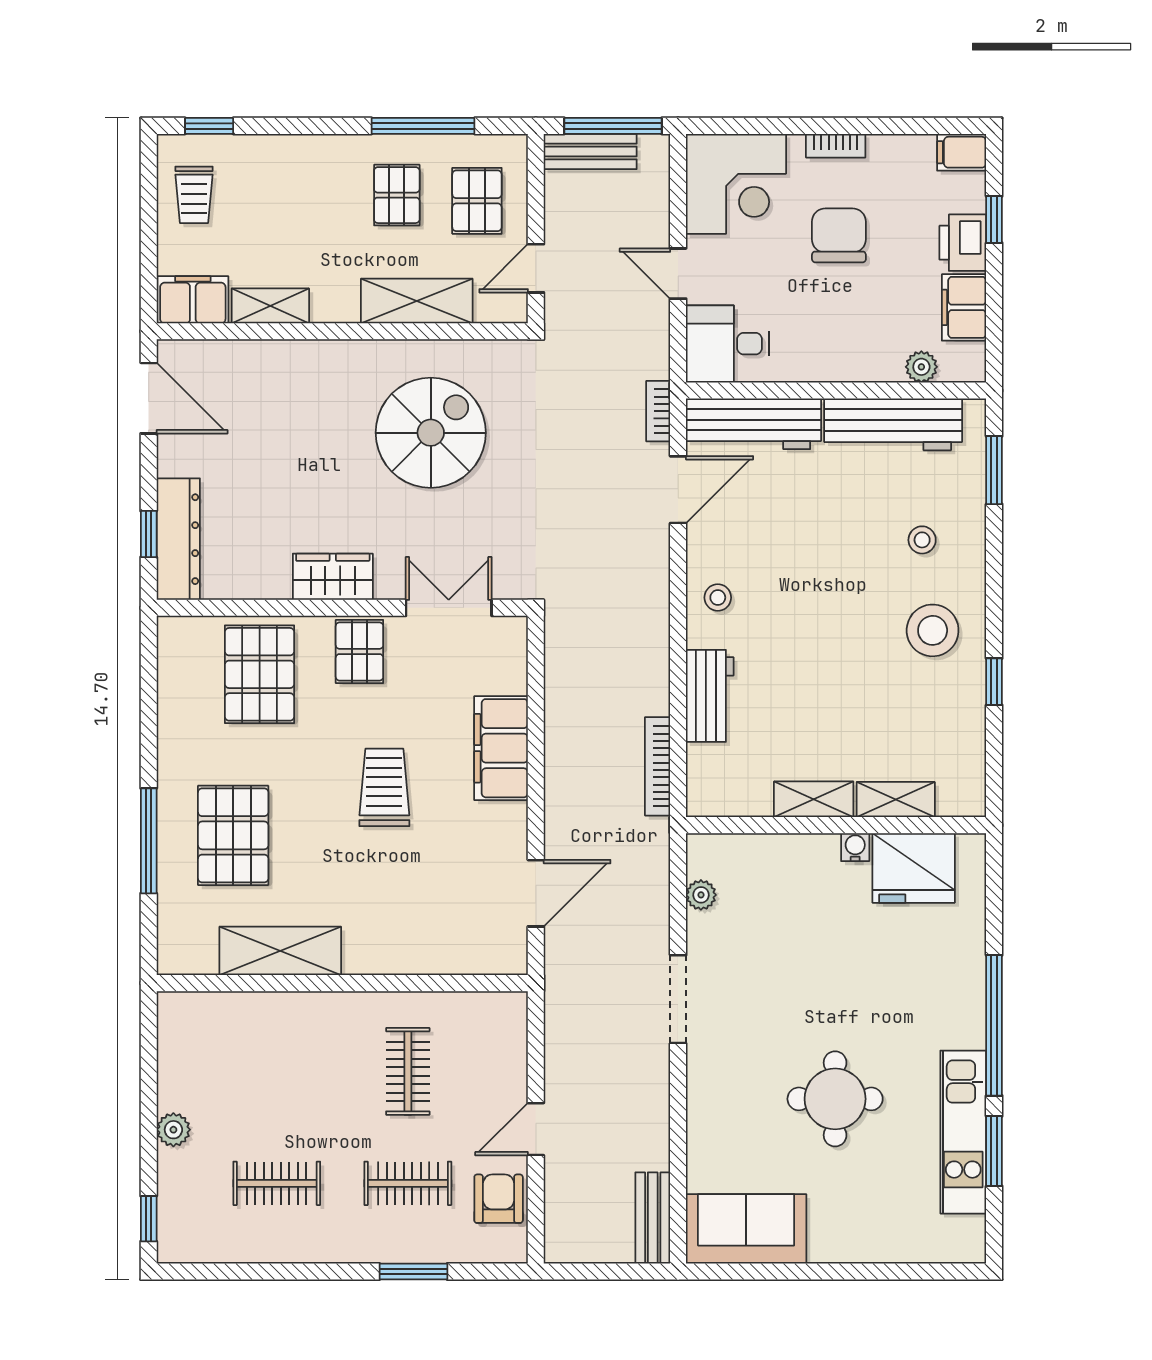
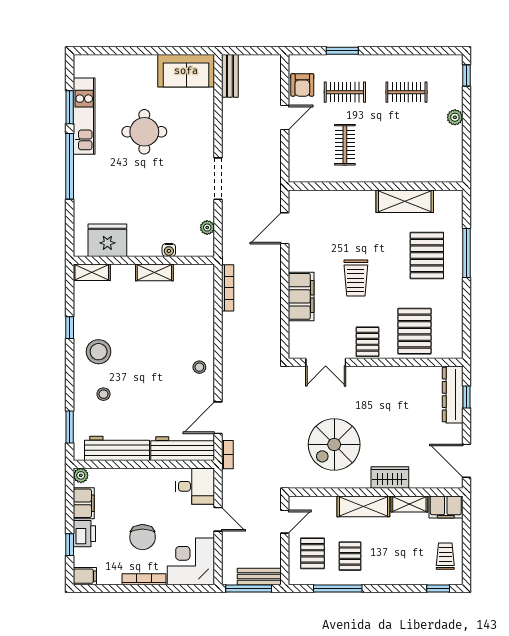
bookcase: (836, 146) -> (144, 579), width x1.56
shelving: (417, 301) -> (363, 506), moved
plant: (921, 367) -> (81, 475), moved
wardrobe: (333, 577) -> (390, 477), moved, turned 180
workbench: (710, 696) -> (203, 321), removed
shelving: (896, 800) -> (92, 272), moved
water cooler: (855, 847) -> (169, 250), moved

